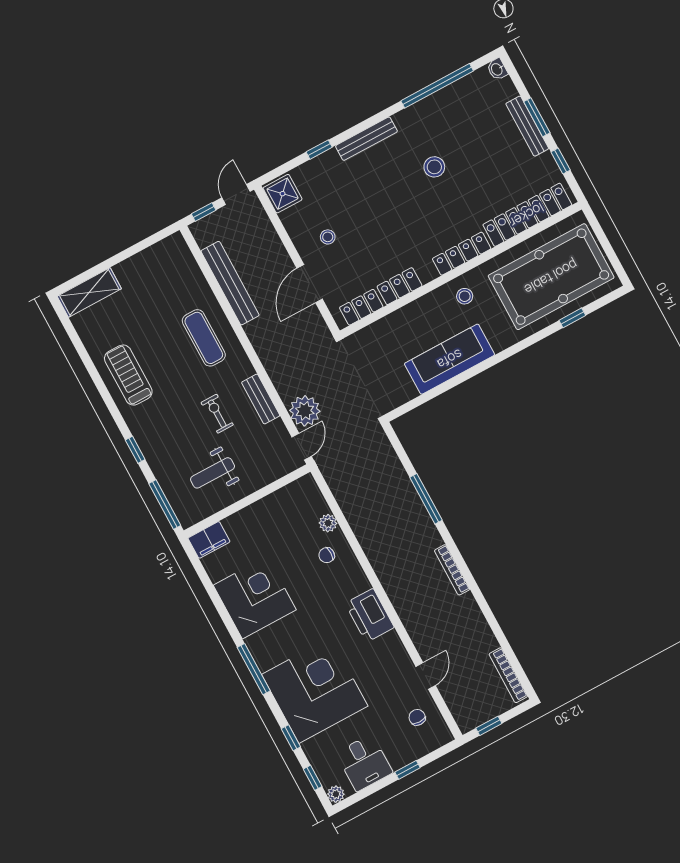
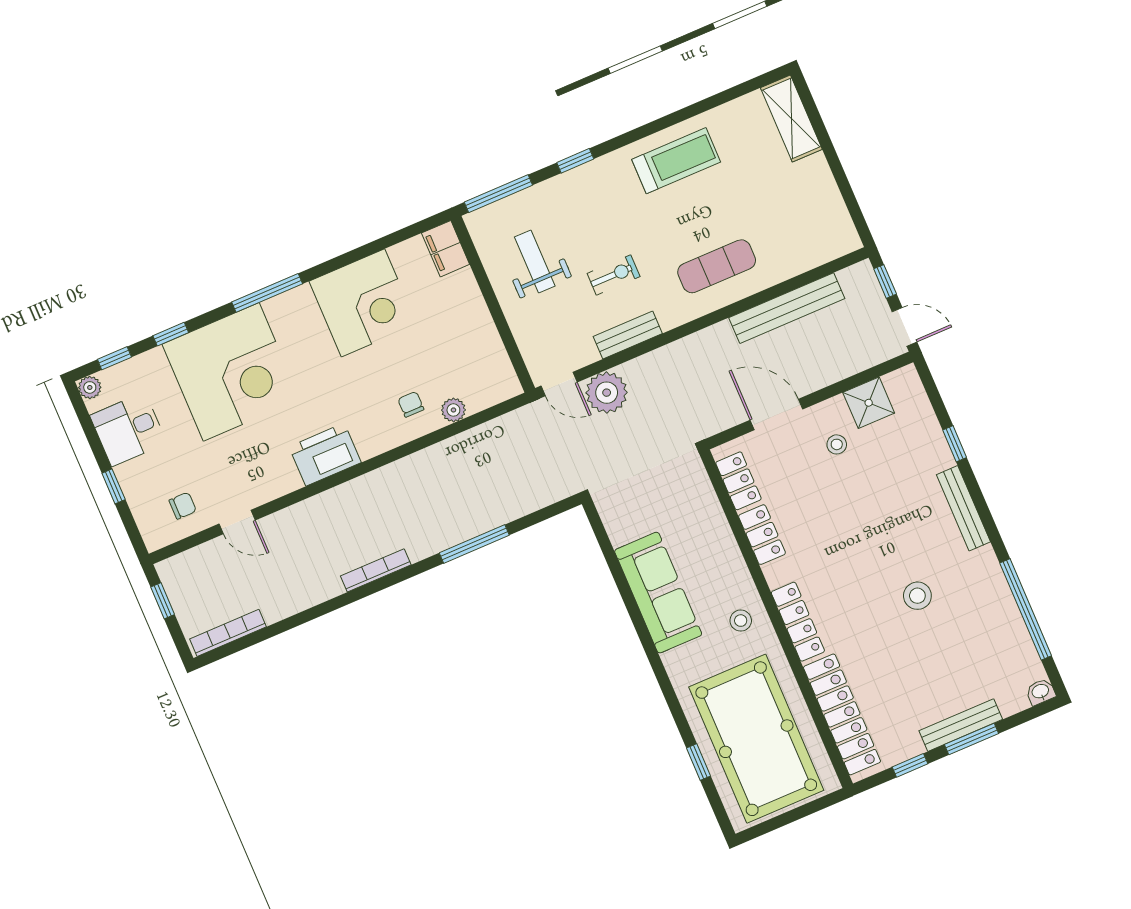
shower: (283, 194) -> (869, 403), moved

